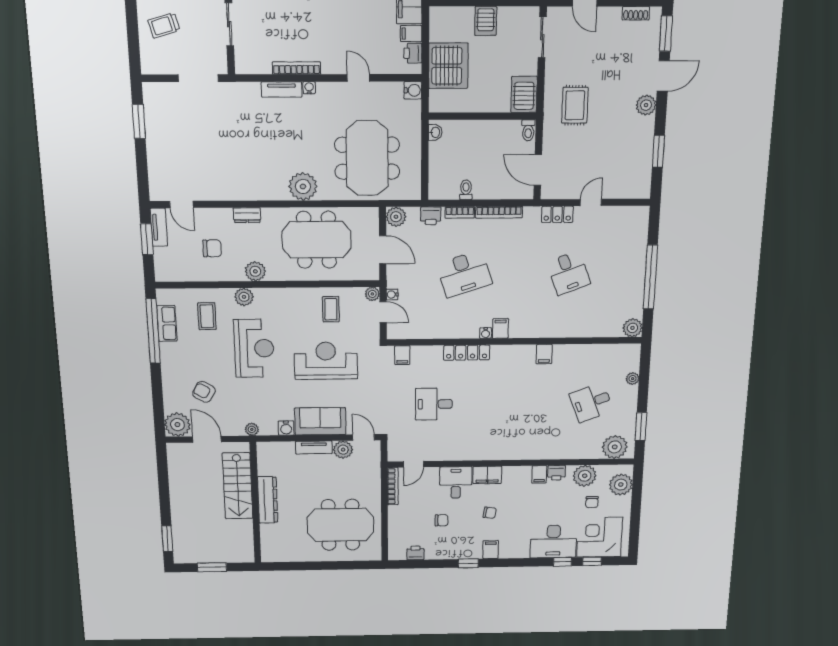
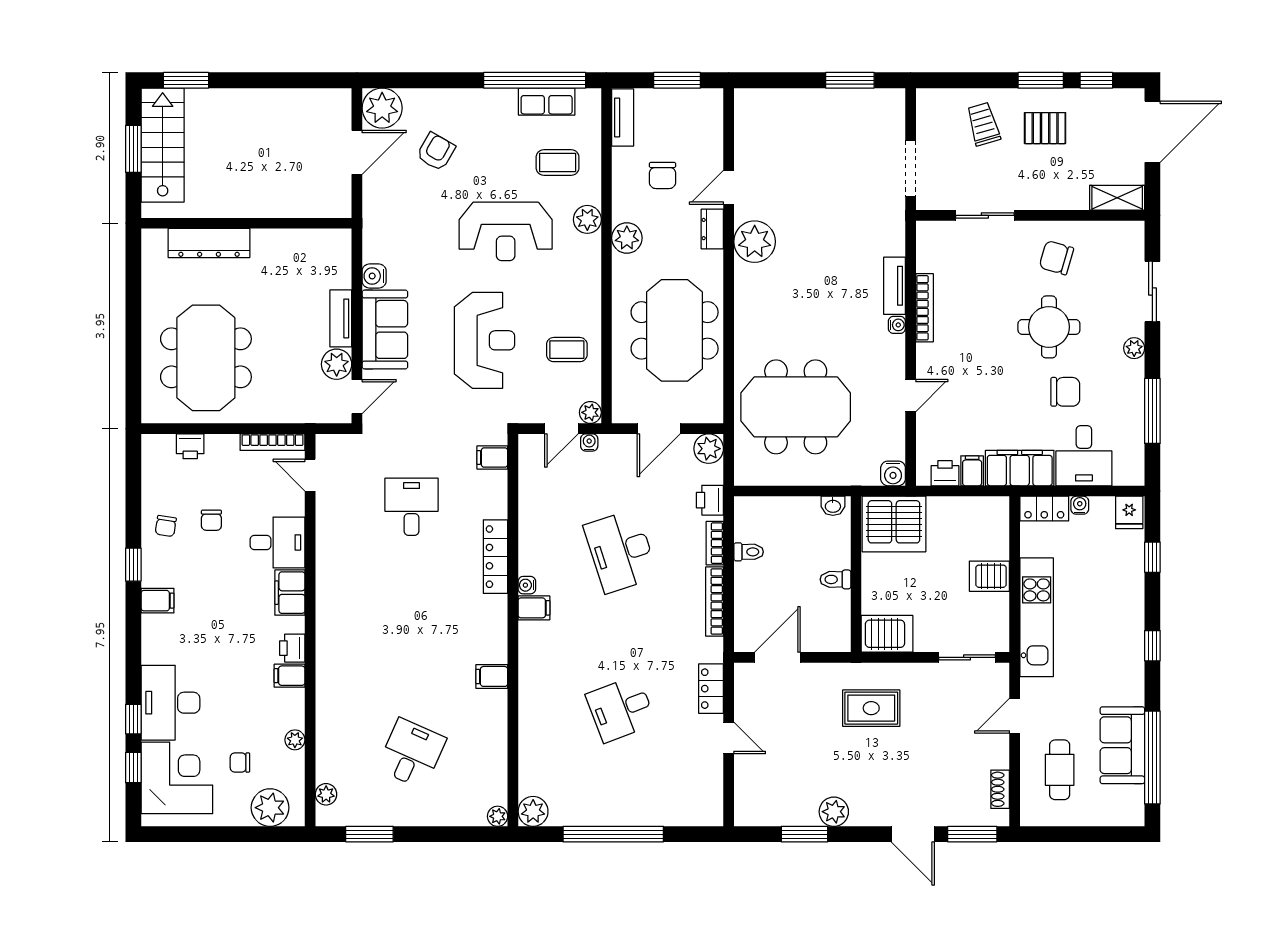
server rack: (448, 66) -> (894, 524), moved
plant: (646, 105) -> (834, 812), moved
toilet: (528, 130) -> (835, 579), moved
plant: (303, 186) -> (755, 242), moved
door: (181, 205) -> (729, 187), moved
tv unit: (159, 227) -> (623, 118), moved, turned -90
plant: (633, 379) -> (498, 816), moved
desk: (591, 402) -> (411, 753), turned 45
plant: (252, 429) -> (373, 223), removed
plant: (615, 447) -> (326, 794), width x0.53, depth x0.53
printer: (556, 473) -> (292, 648), moved
plant: (585, 476) -> (295, 740), width x0.53, depth x0.53
stairs: (238, 486) -> (163, 145), moved, turned 90
dresser: (268, 500) -> (209, 243), moved
chair: (490, 513) -> (166, 526), moved
printer: (415, 553) -> (190, 446), moved, turned 90

